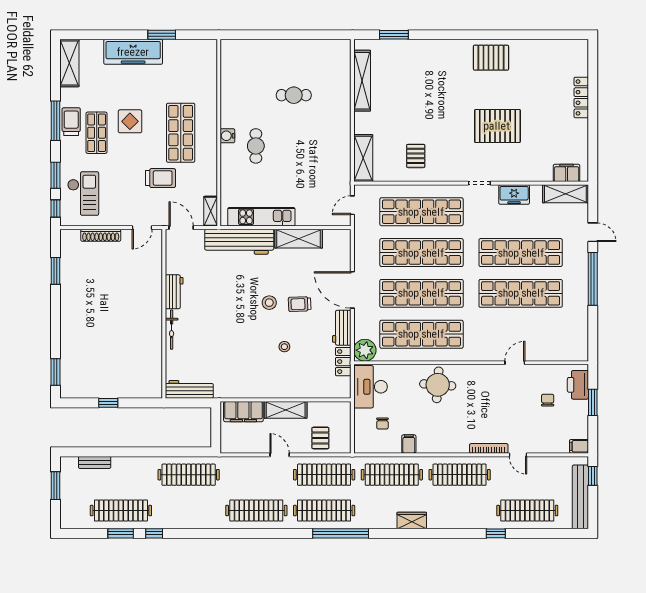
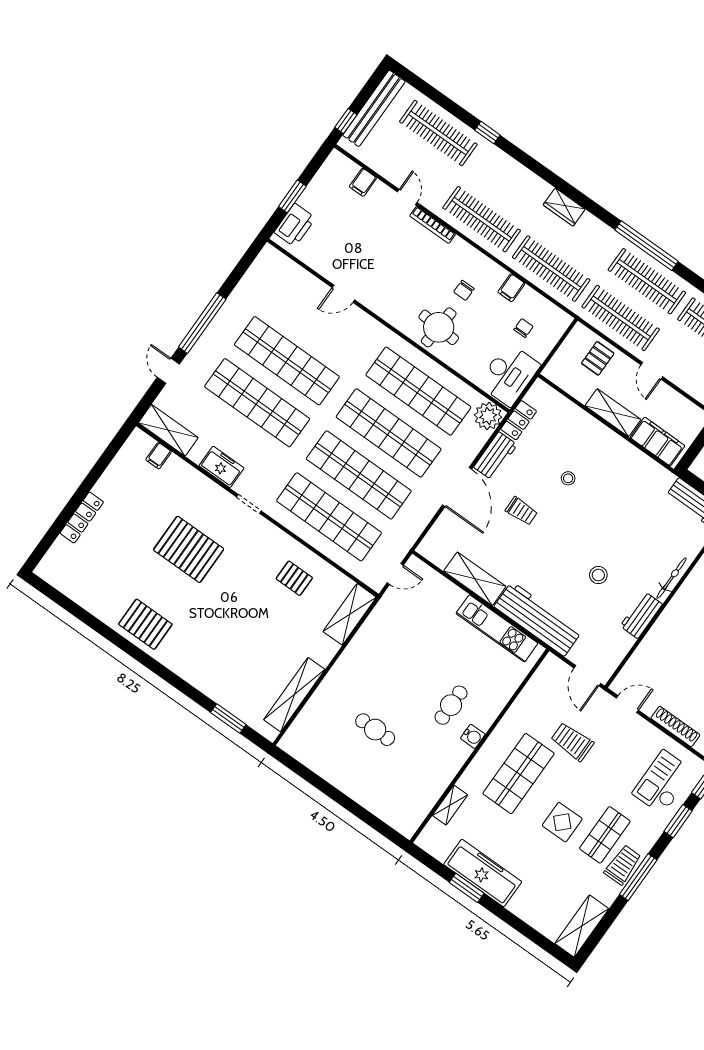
freezer: (133, 52) -> (483, 873), moved
trolley: (71, 122) -> (623, 865), turned 180
pallet: (416, 156) -> (294, 578), turned 90
filing cabinet: (567, 173) -> (159, 456), width x0.50
shelving: (211, 211) -> (450, 805), moved
stool: (269, 303) -> (598, 575), moved
chair: (548, 400) -> (464, 290), moved
filing cabinet: (579, 446) -> (363, 182), moved, turned 90

